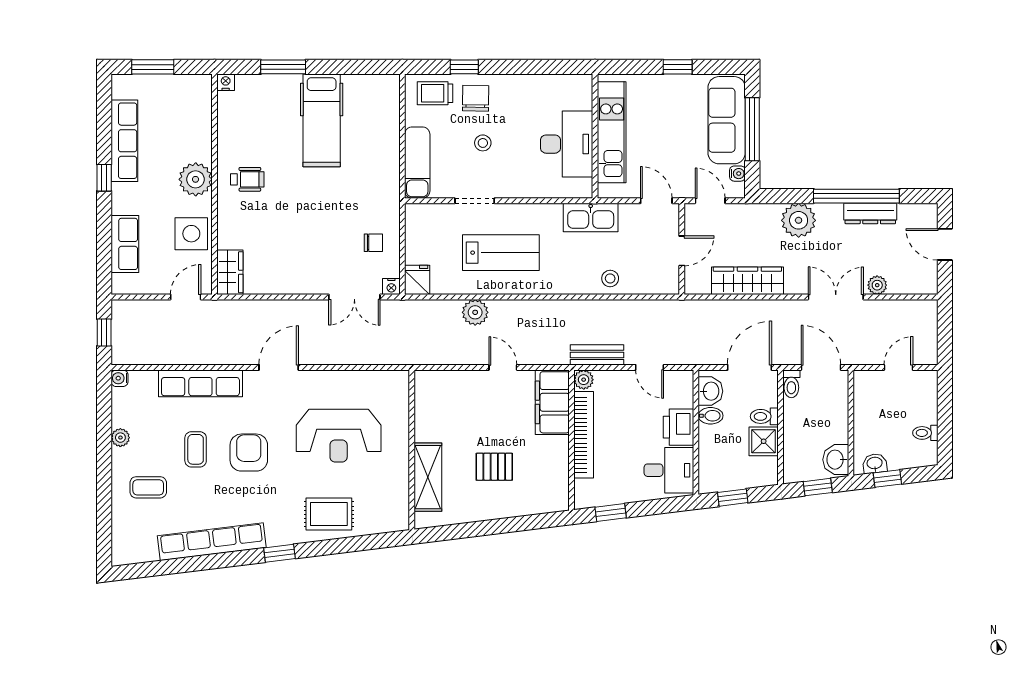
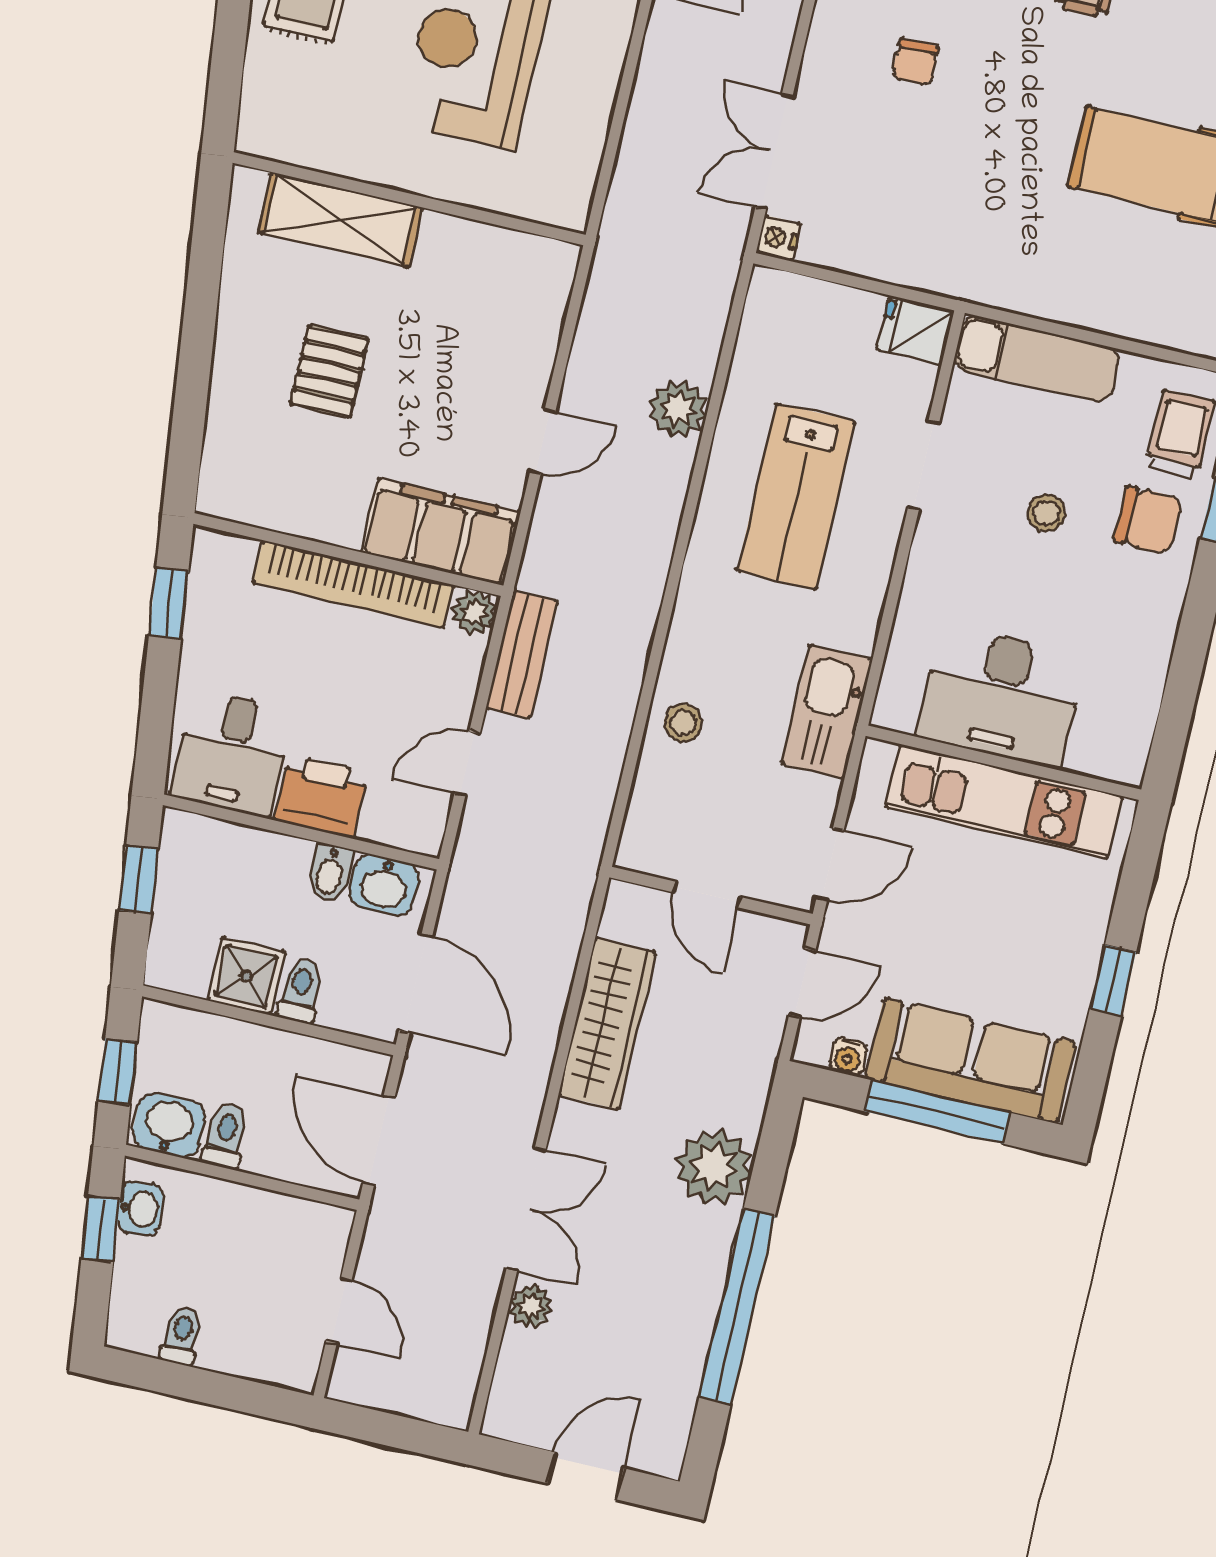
dresser: (870, 213) -> (692, 1328), removed
chair: (373, 243) -> (915, 62), moved
fridge: (417, 280) -> (916, 330), moved, turned 180
door: (821, 367) -> (379, 1140), swing flipped
toilet: (791, 384) -> (226, 1136), moved, turned 90

